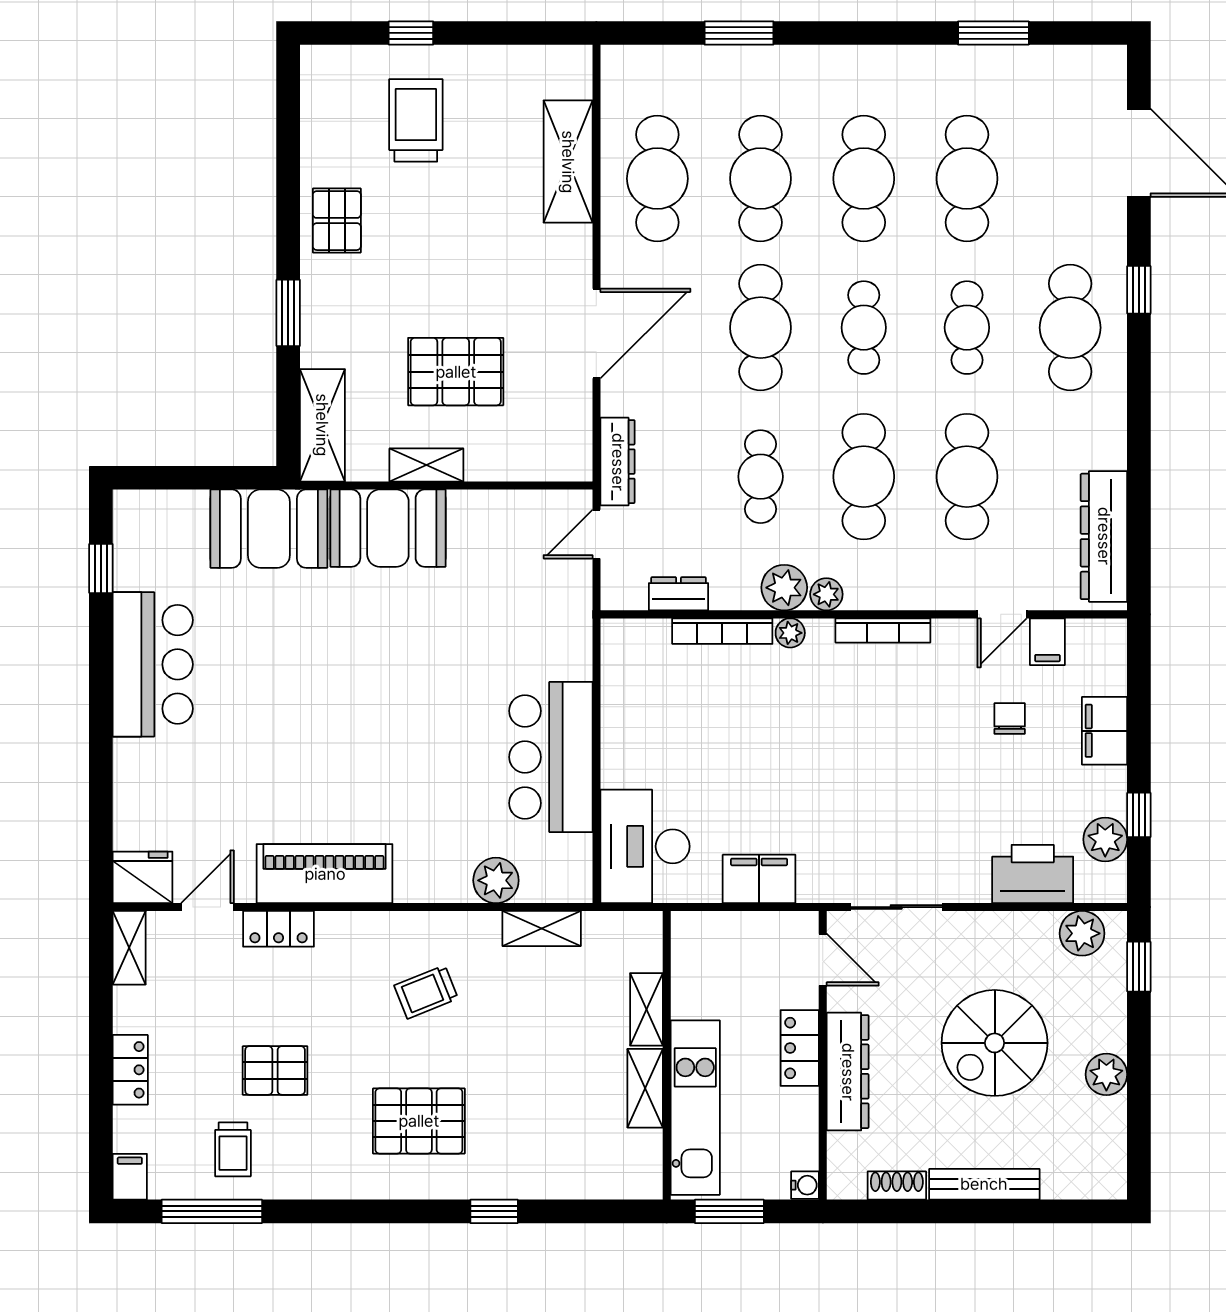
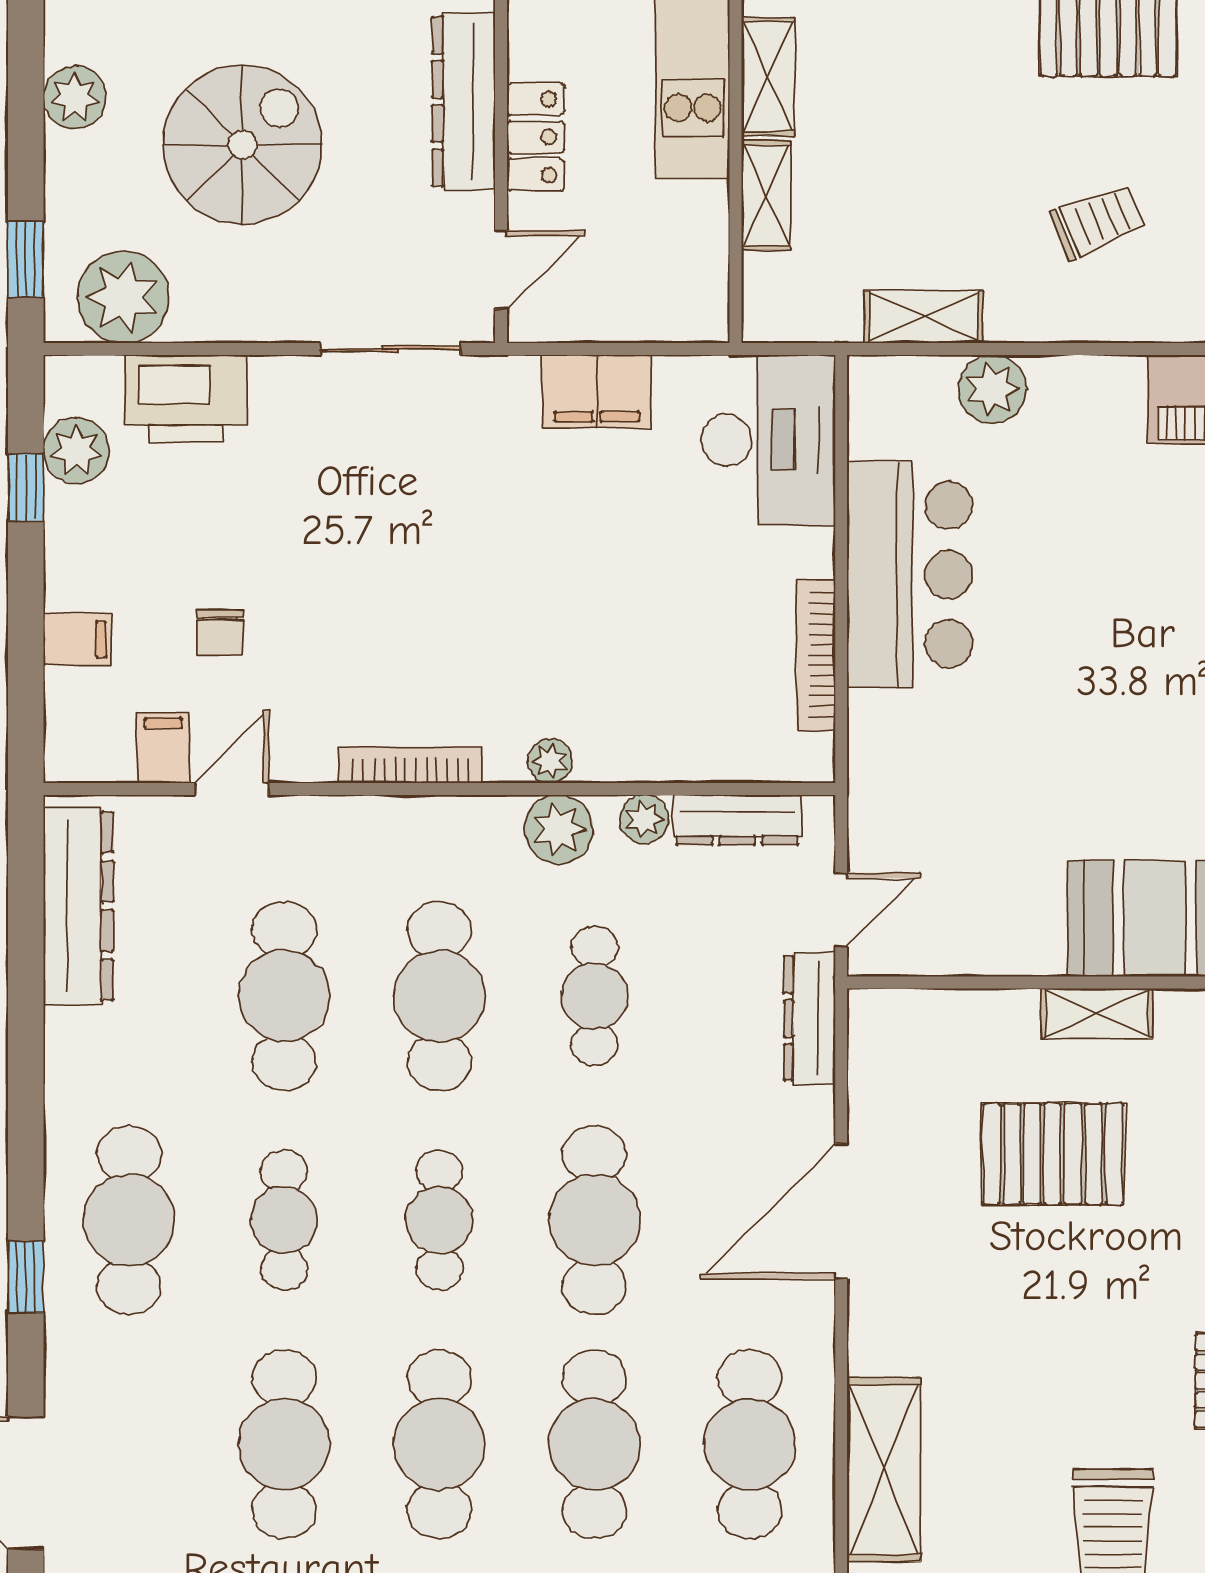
dresser: (679, 594) -> (737, 820), width x1.44
plant: (826, 594) -> (644, 819), moved
bookcase: (722, 631) -> (816, 655), moved, turned -90
filing cabinet: (1105, 731) -> (77, 639), width x0.50
plant: (1082, 933) -> (123, 297), width x1.36, depth x1.36
door: (823, 960) -> (501, 270), swing flipped

